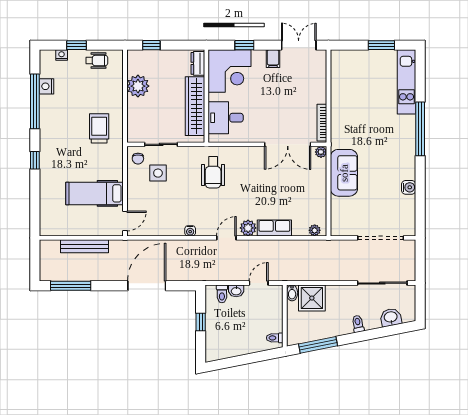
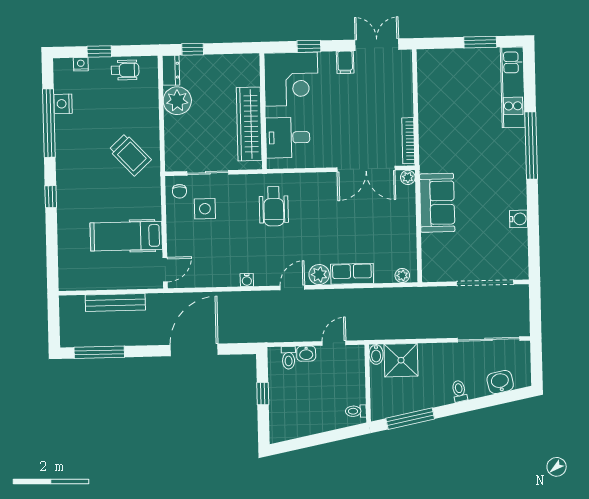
dresser: (198, 63) -> (171, 70), moved, turned 180
trolley: (99, 128) -> (130, 155), turned 137

